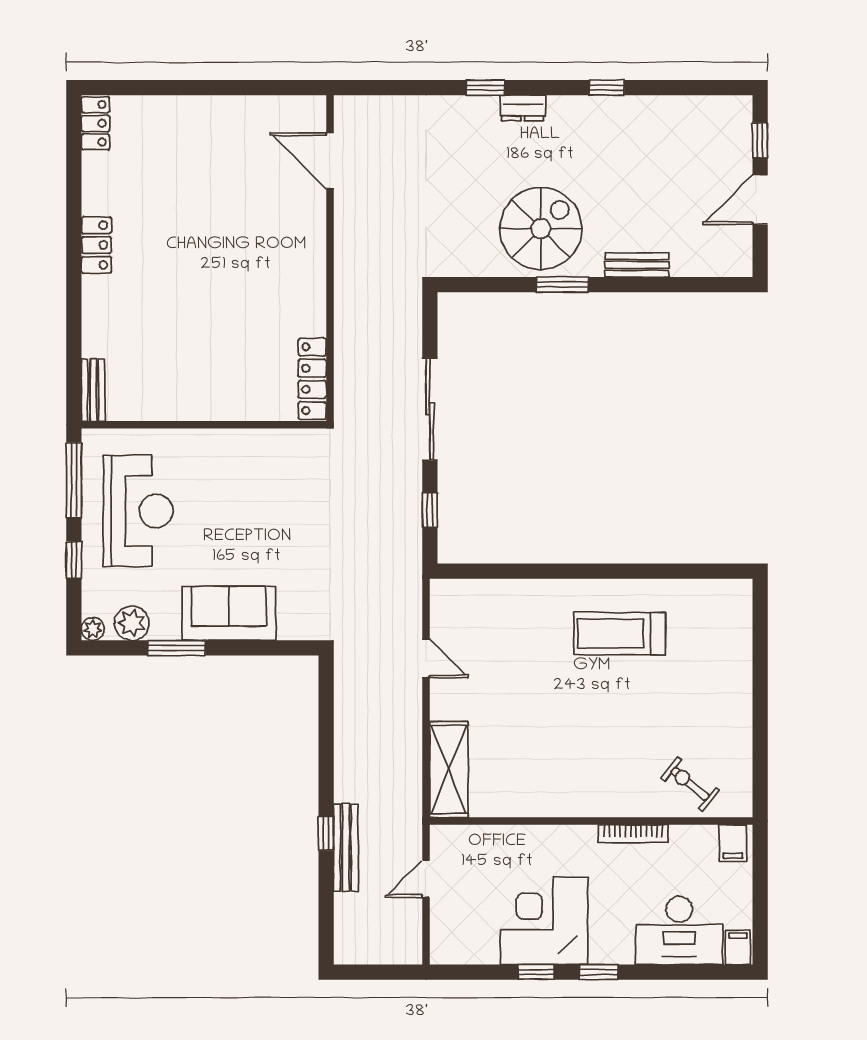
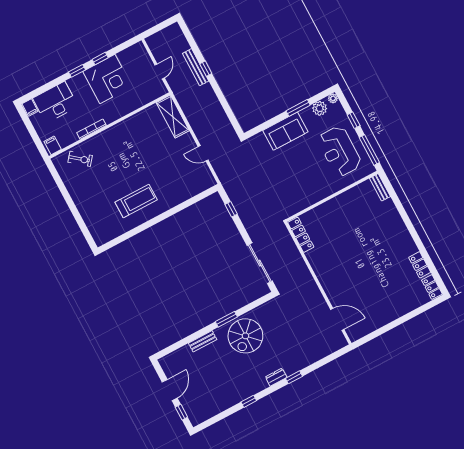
locker: (96, 245) -> (420, 265), moved
sliding door: (430, 409) -> (260, 263), moved

